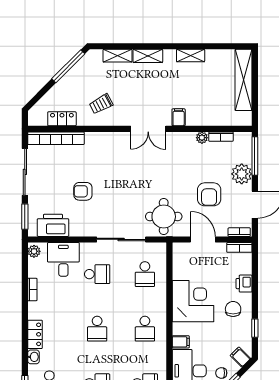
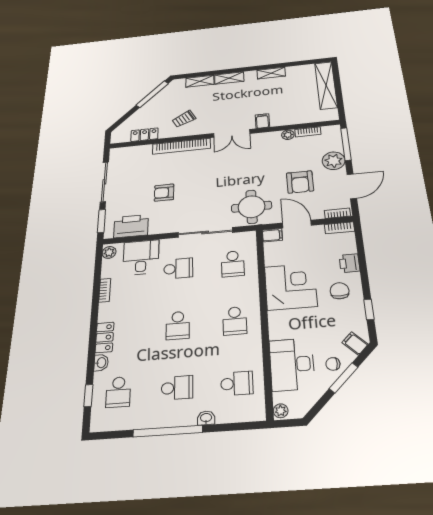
bookcase: (56, 138) -> (181, 146), moved
filing cabinet: (181, 342) -> (272, 235), moved

